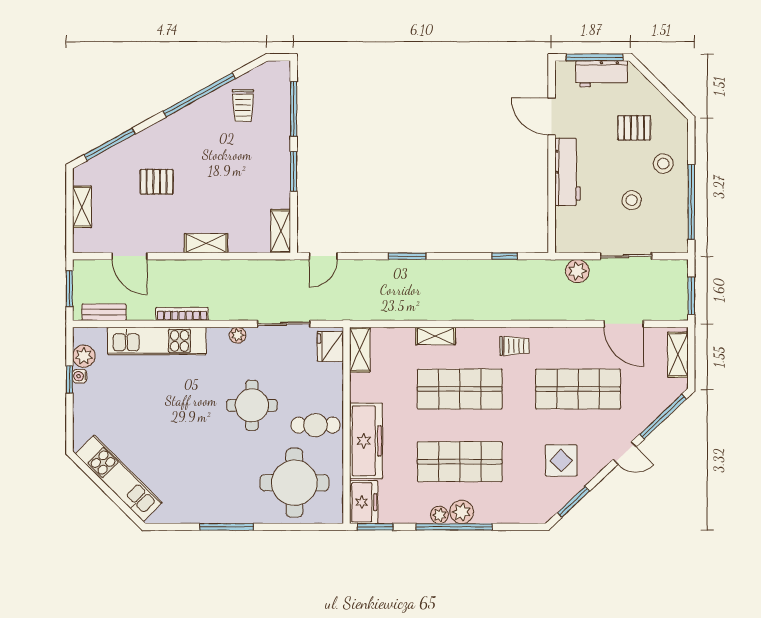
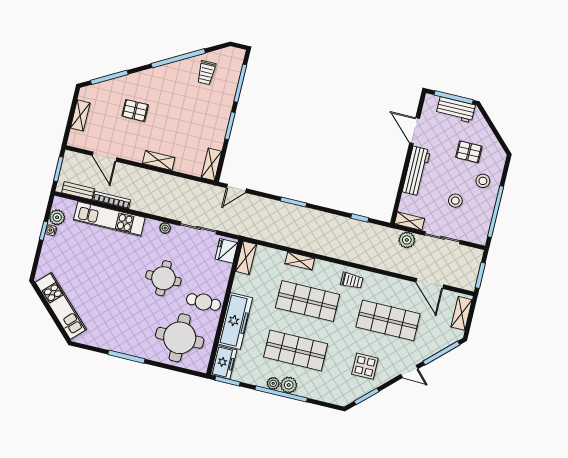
shelving: (575, 244) -> (410, 221), added
bookcase: (182, 314) -> (112, 200), moved

